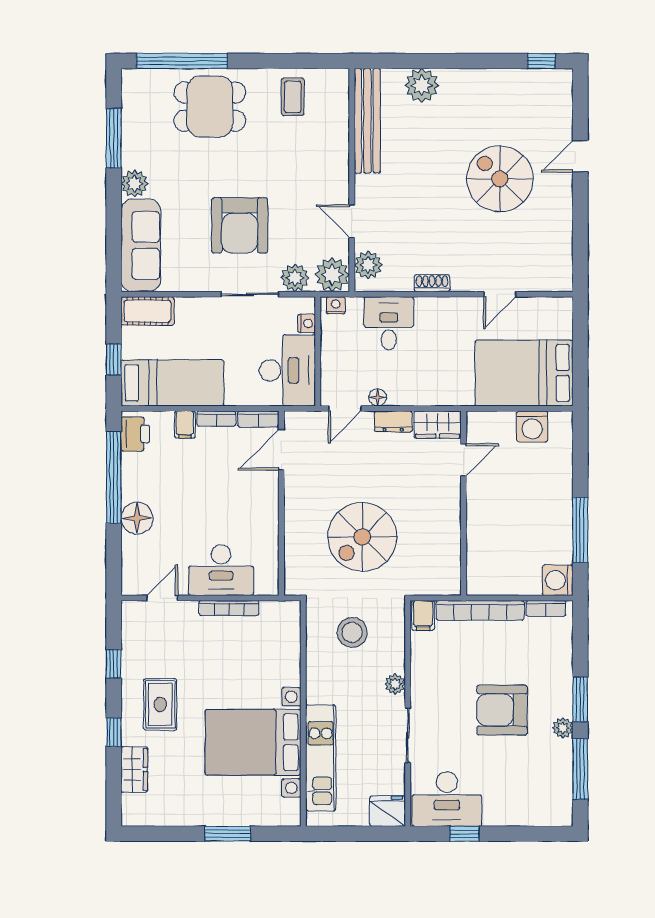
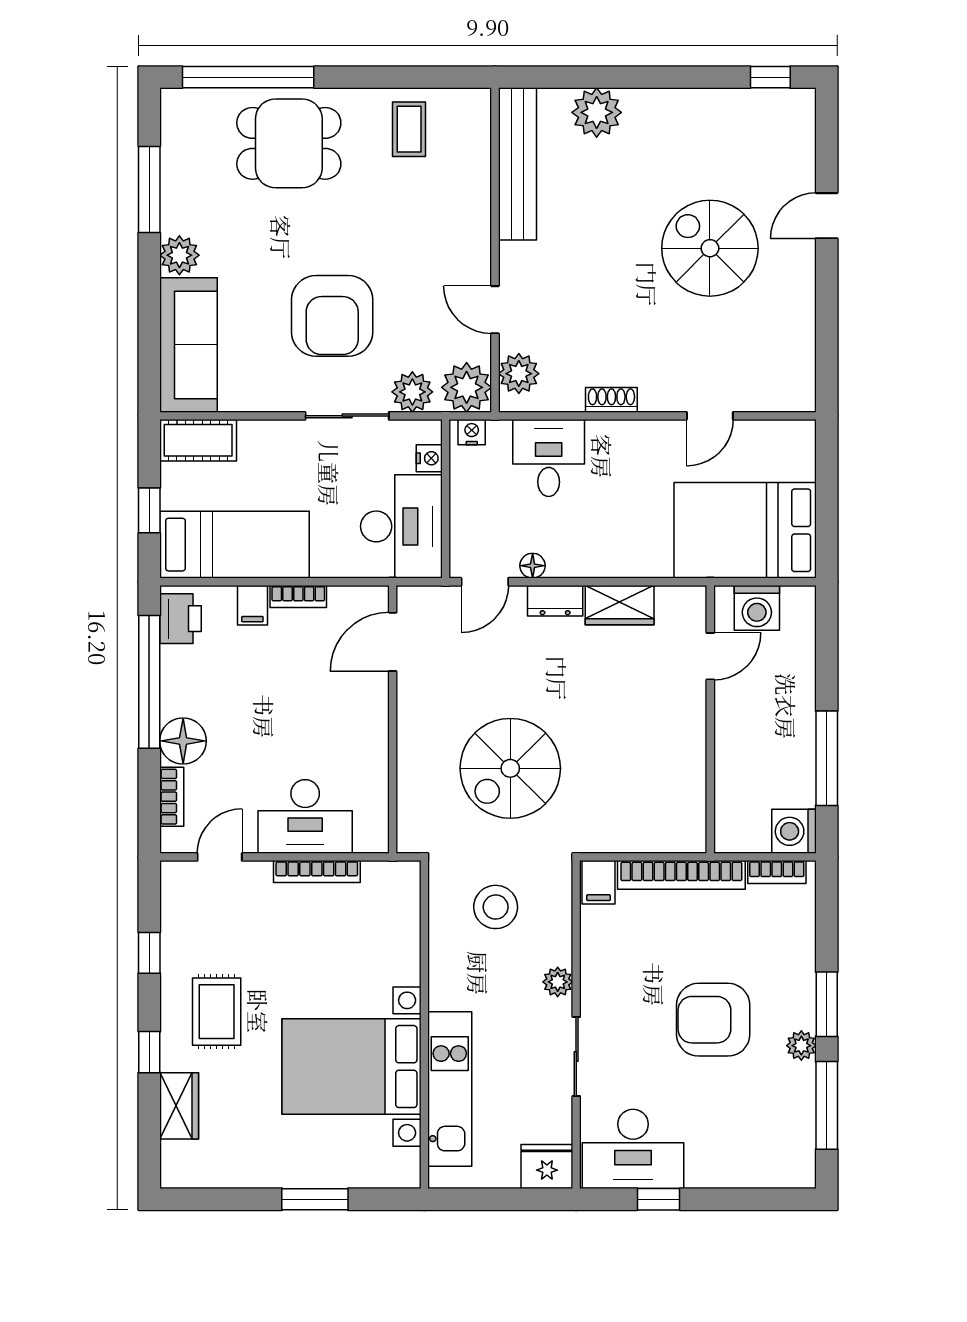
bookcase: (258, 419) -> (172, 797), moved, turned -90
door: (464, 460) -> (710, 656), moved
wall: (464, 503) -> (710, 719), moved

